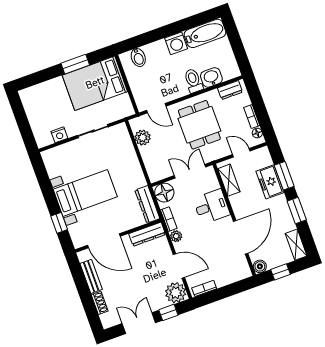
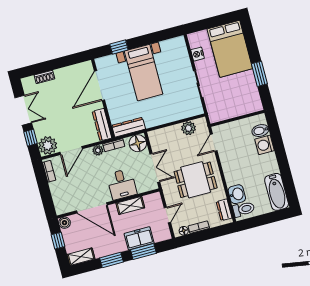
washing machine: (176, 43) -> (265, 145), moved
toilet: (193, 81) -> (244, 209), moved
bed: (95, 83) -> (230, 49), moved, turned 180
shelving: (229, 180) -> (130, 205), moved
bench: (91, 276) -> (69, 71), removed

